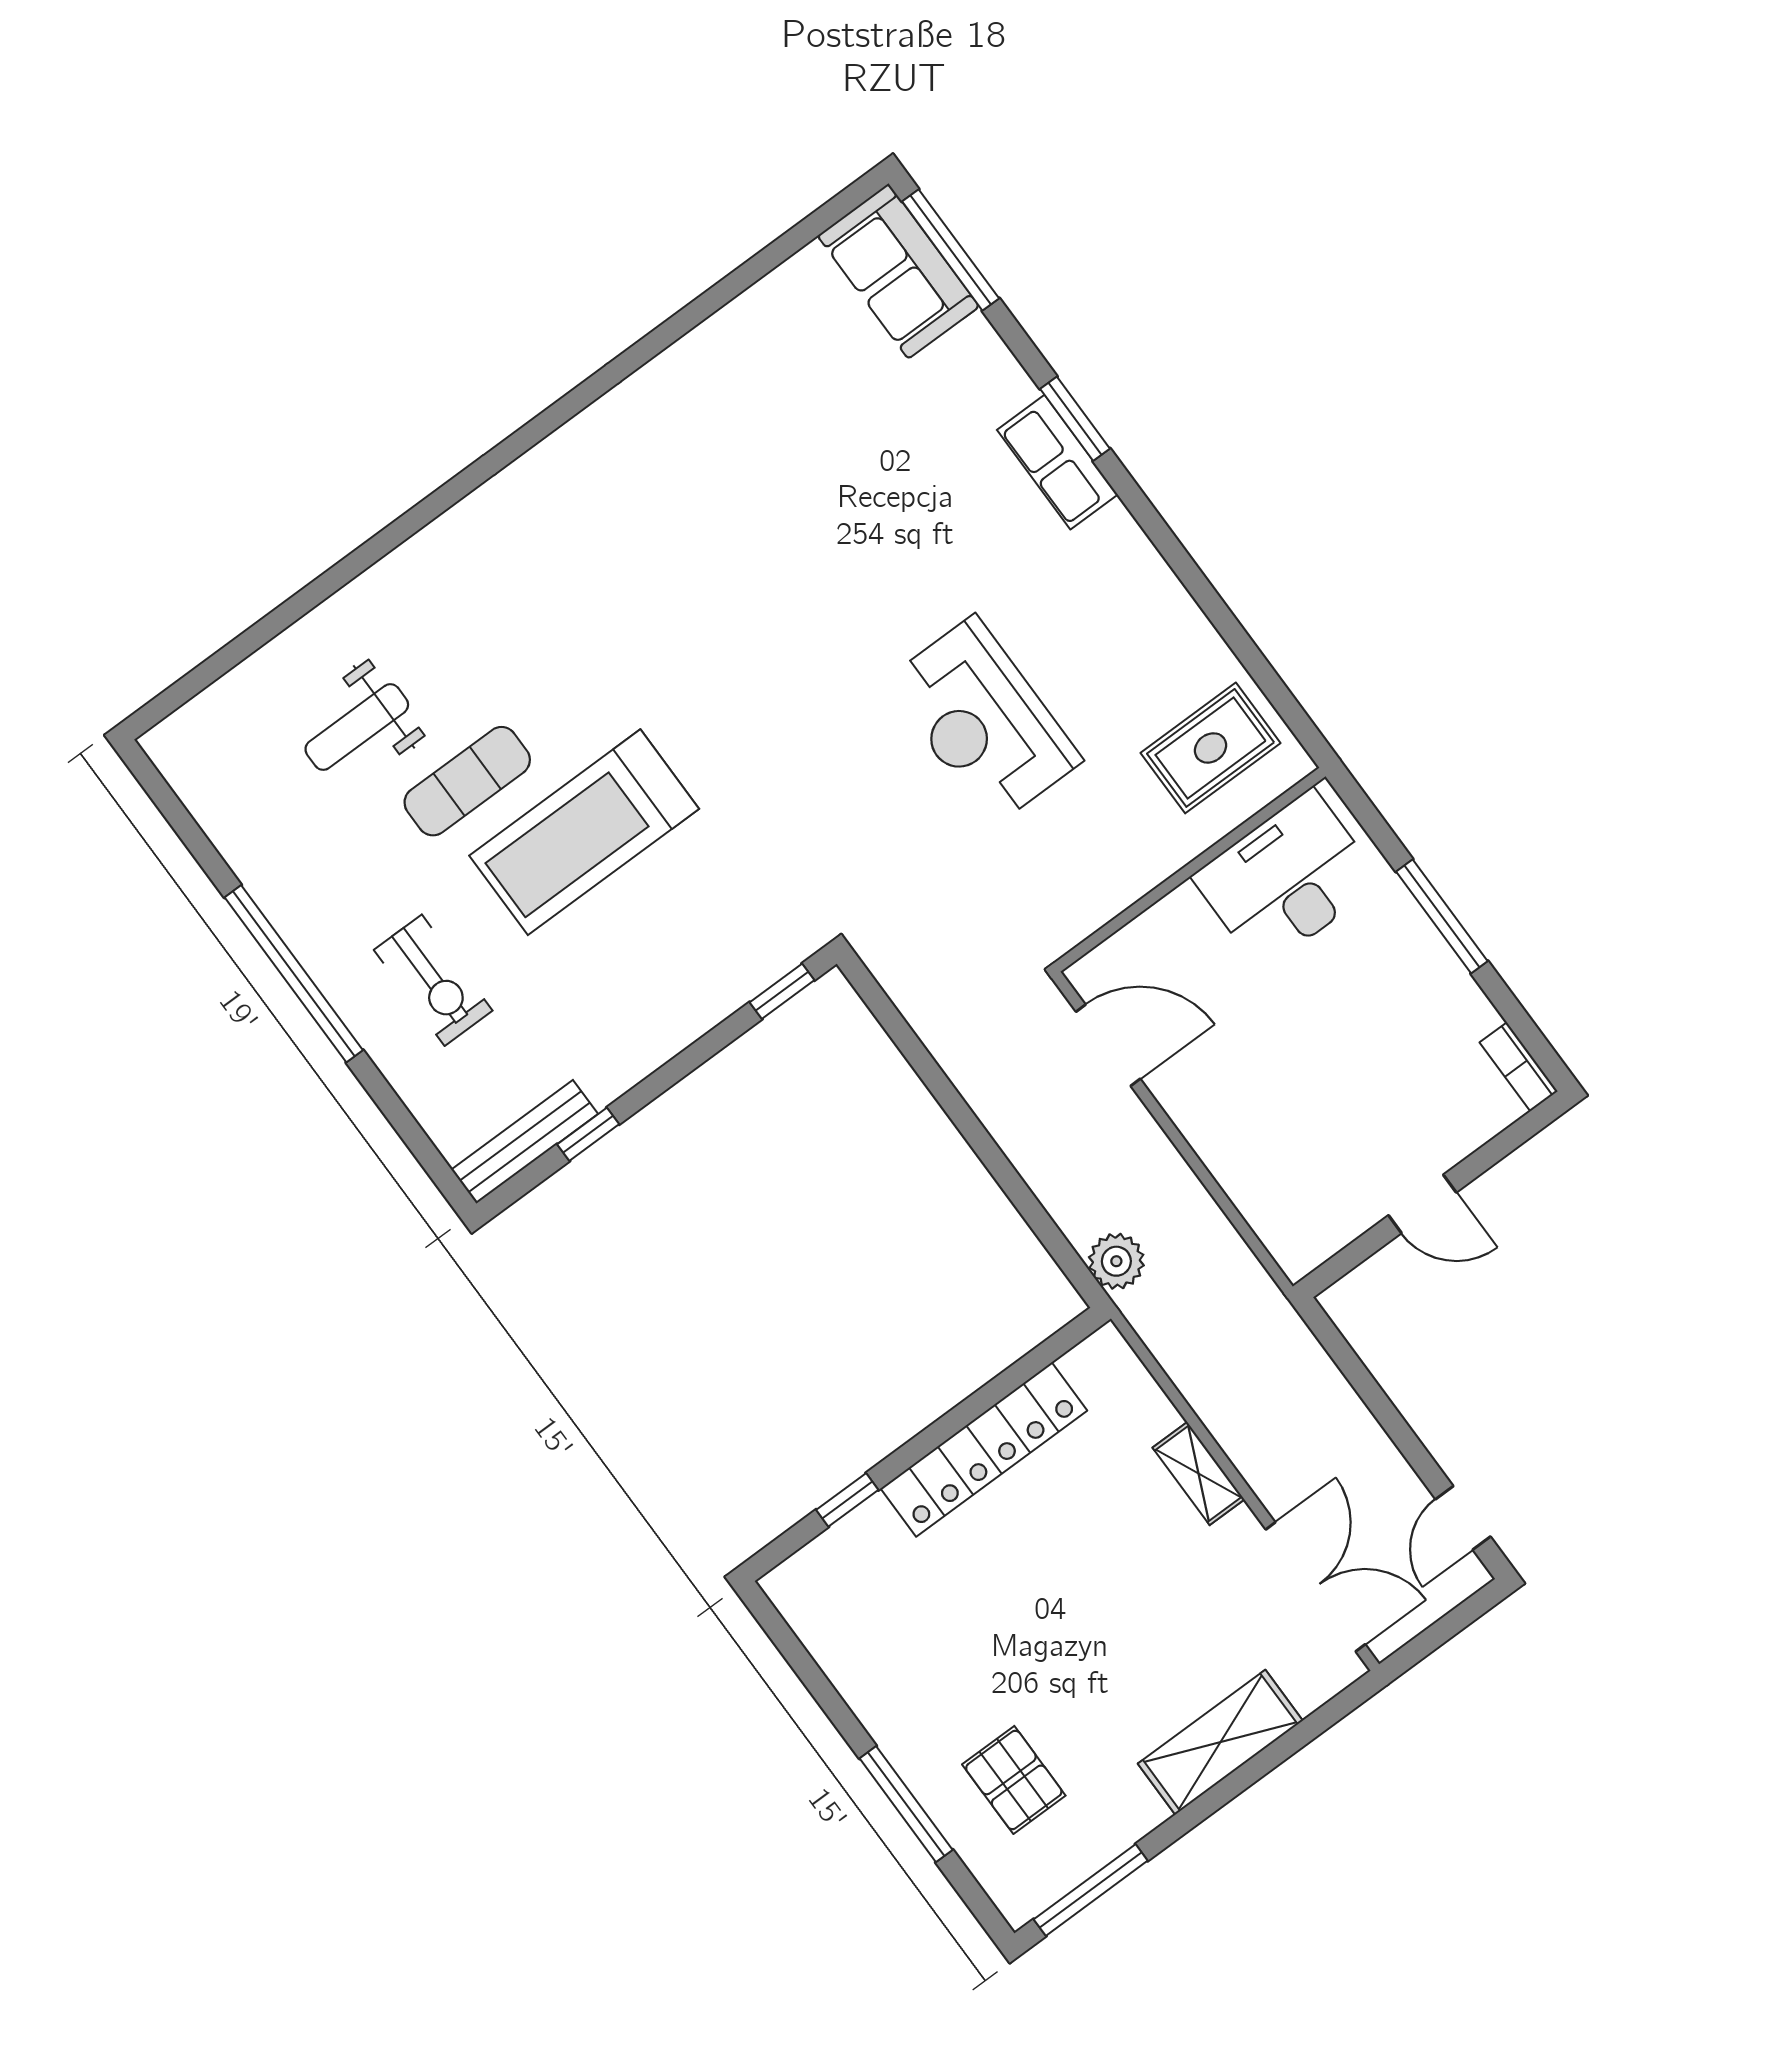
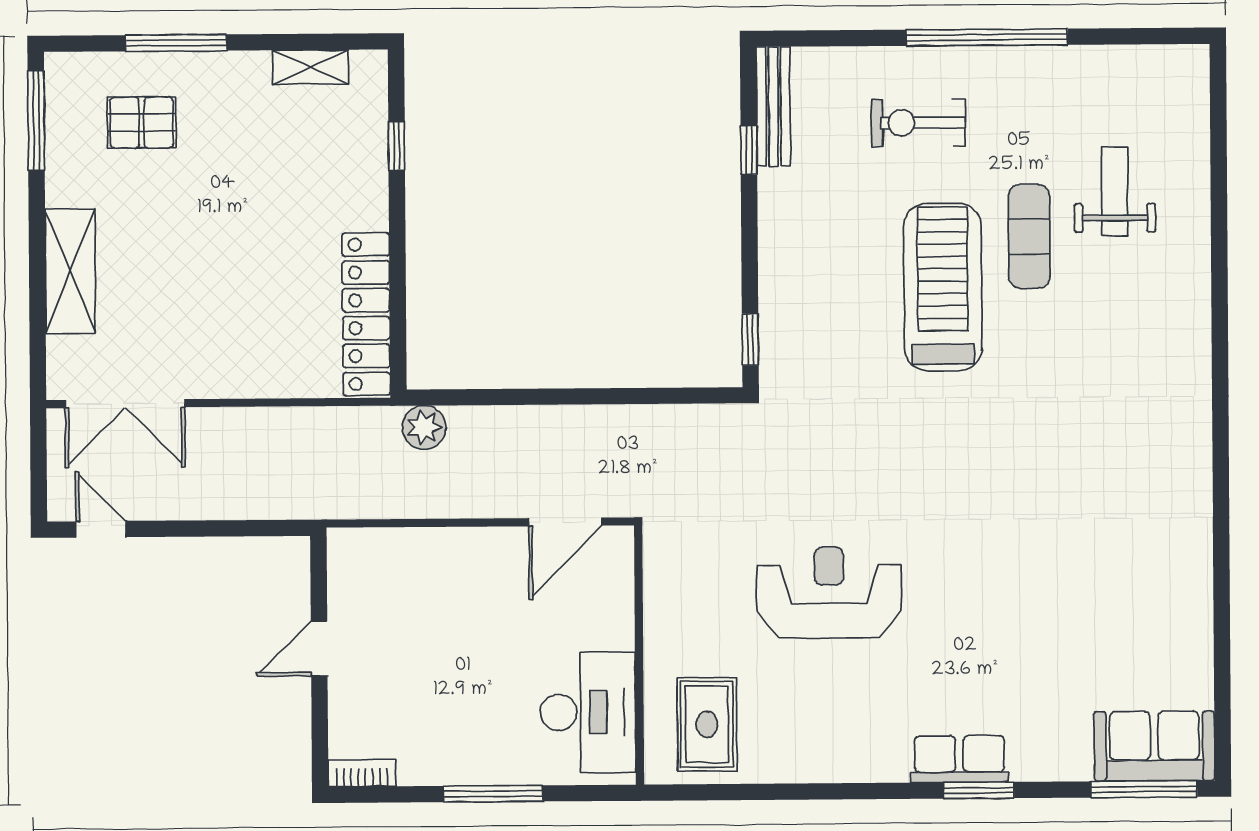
locker: (984, 1449) -> (366, 314), moved
shelving: (1199, 1474) -> (310, 67), moved

